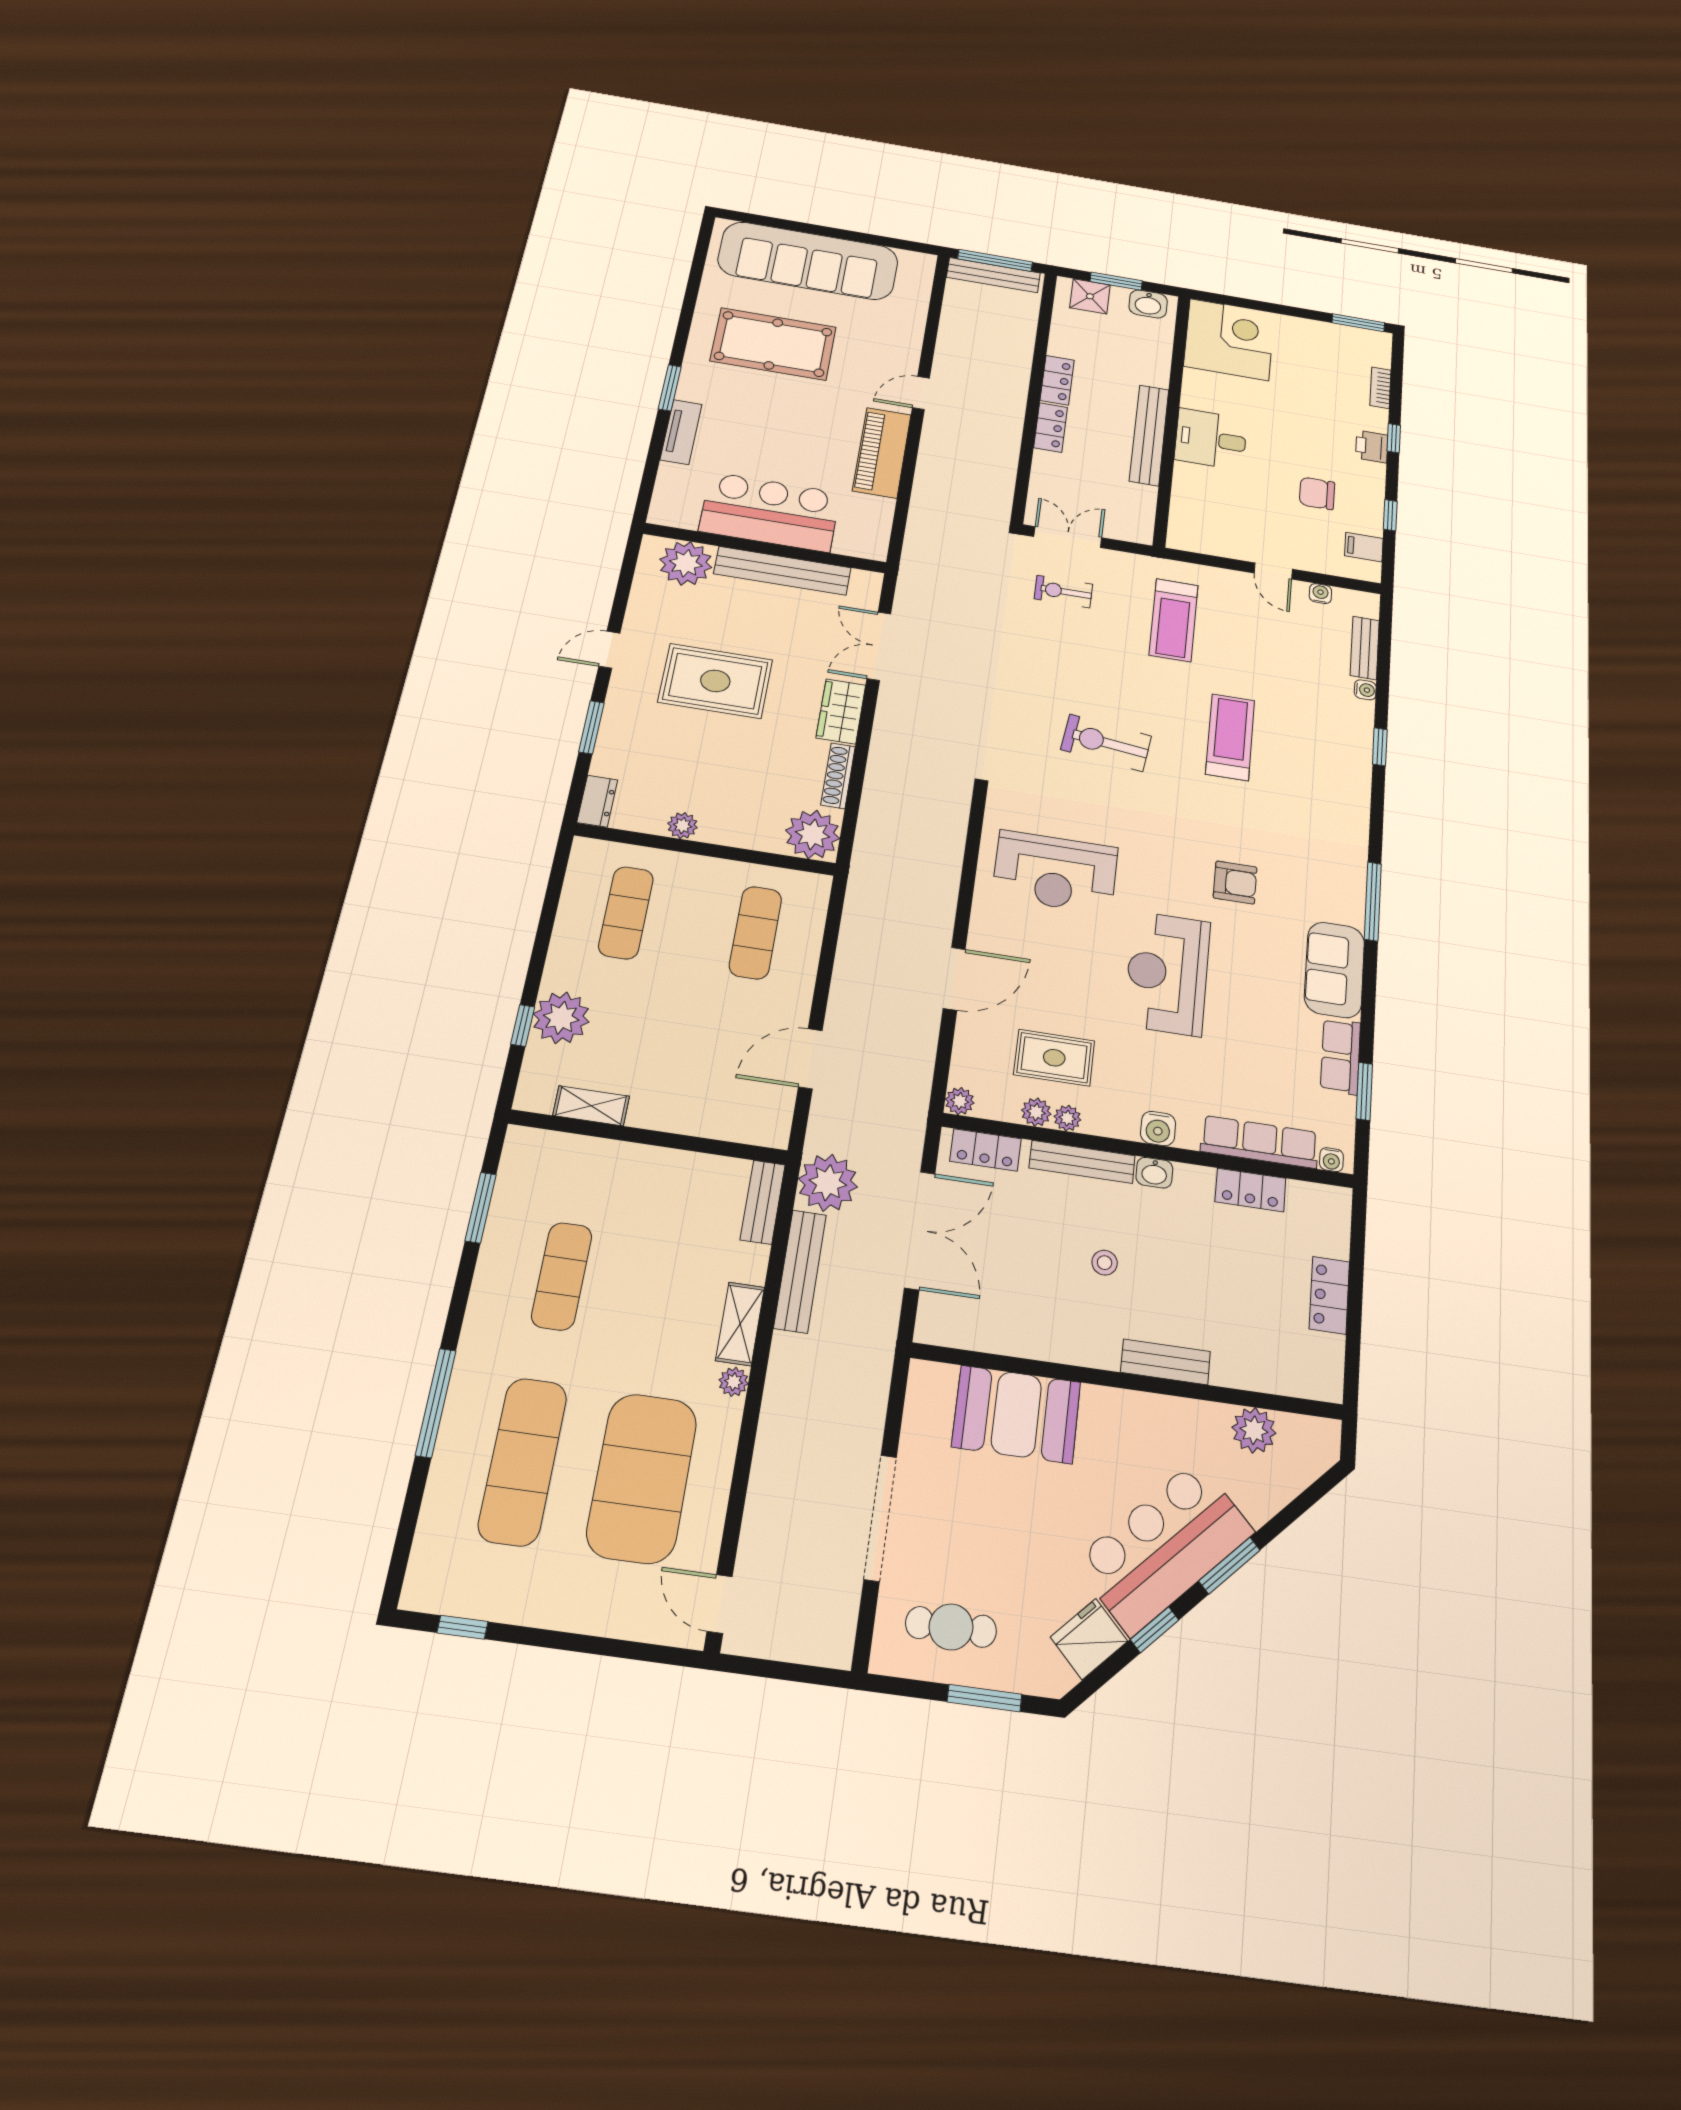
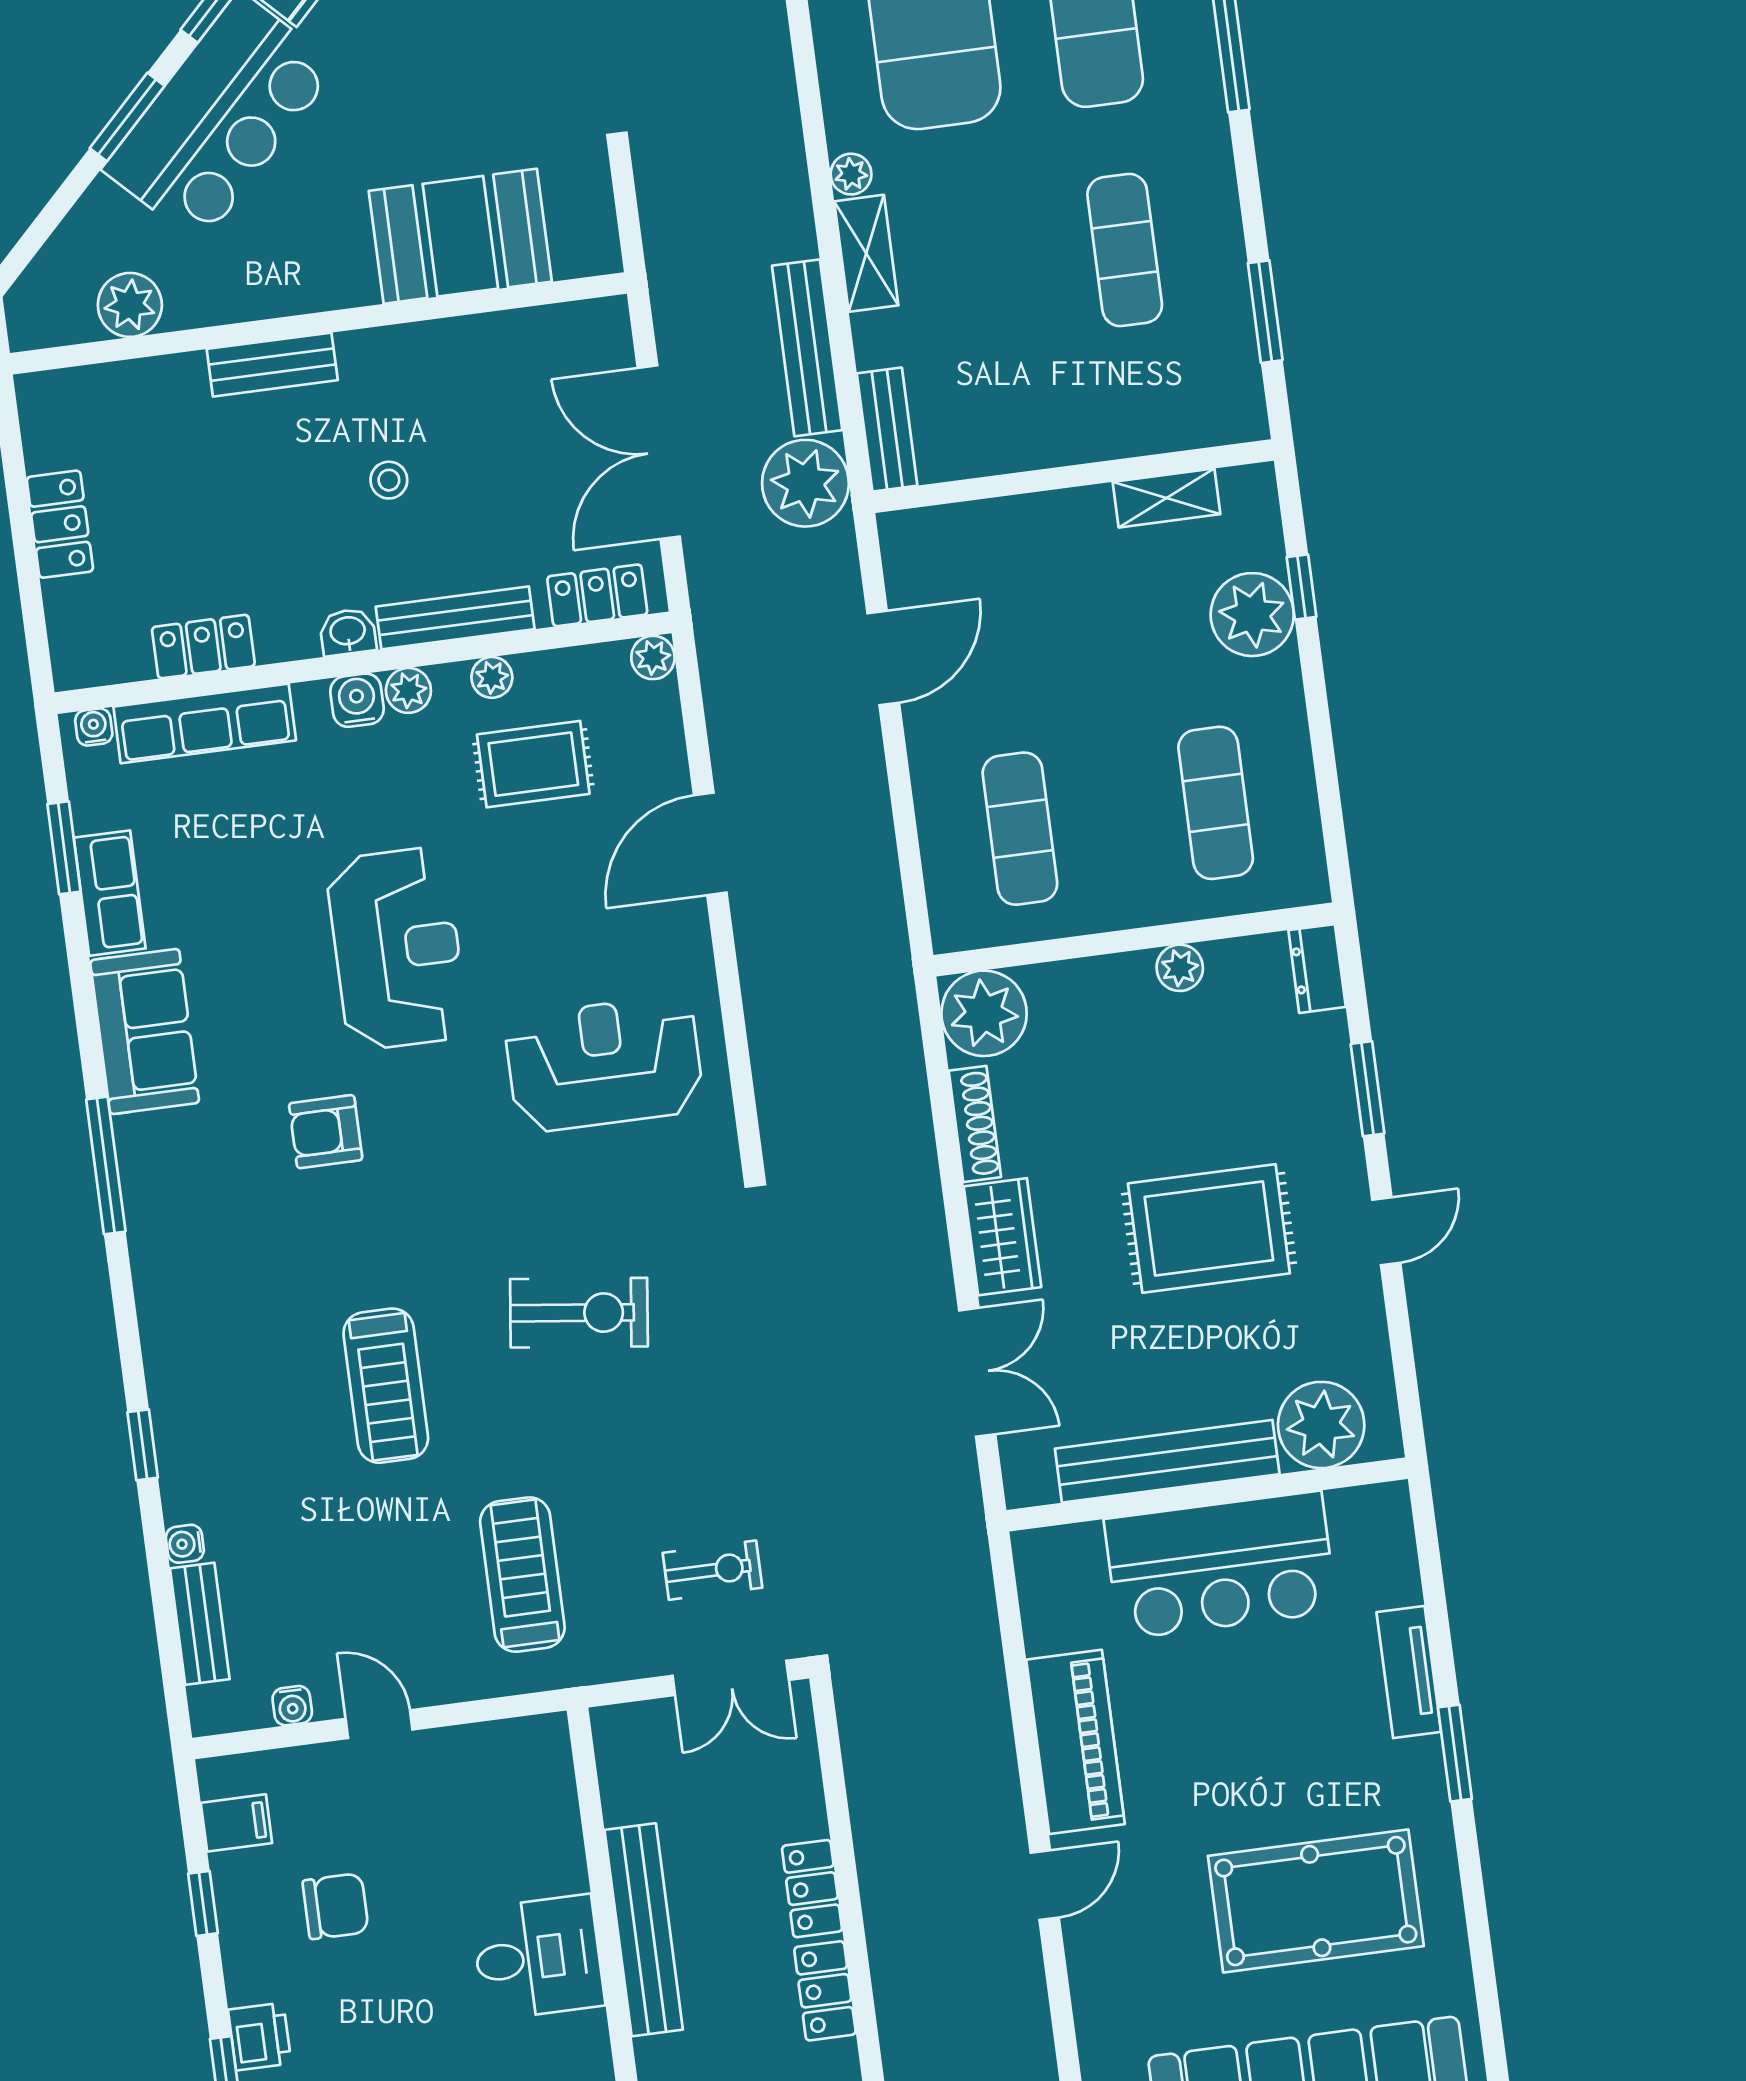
plant: (1036, 1112) -> (408, 690), moved

